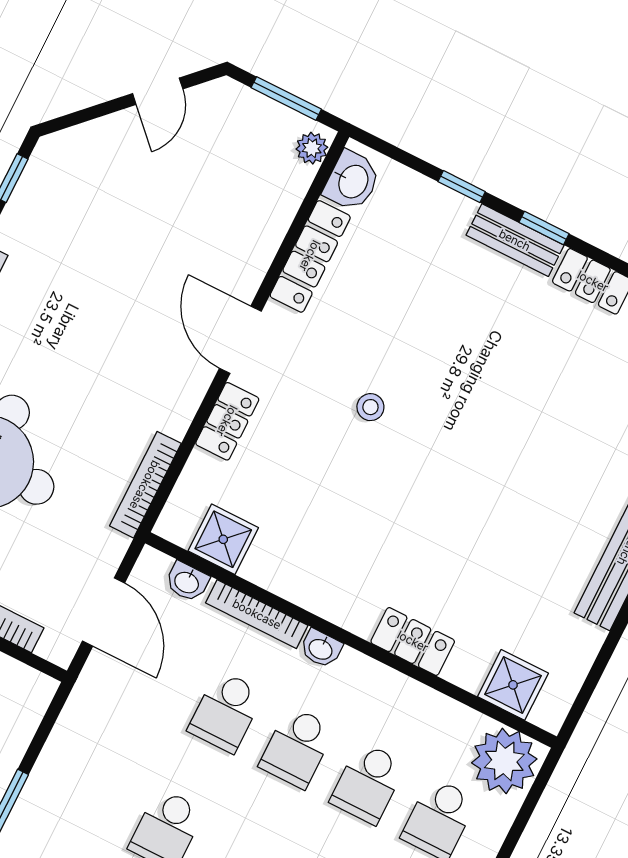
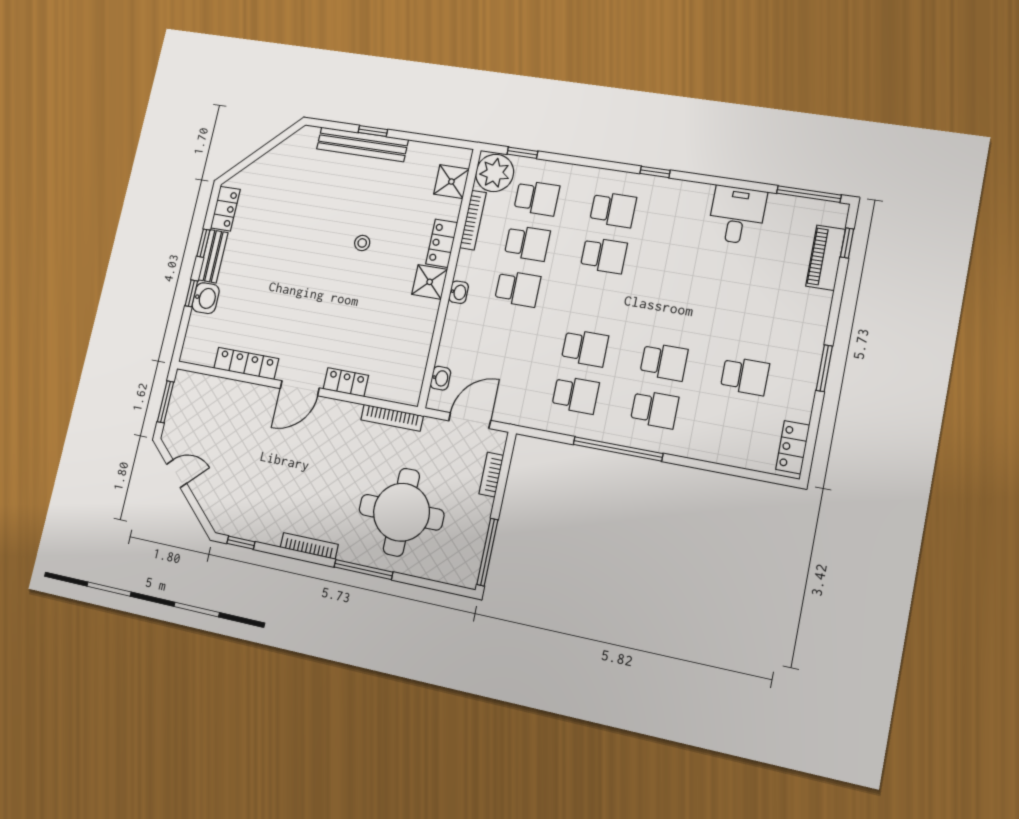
plant: (312, 148) -> (189, 380), removed
washbasin: (352, 181) -> (206, 298), moved, turned 90
stool: (370, 407) -> (362, 243), moved
shower: (223, 539) -> (430, 282), moved
bookcase: (257, 614) -> (473, 220), moved
school desk: (226, 712) -> (575, 395), moved
window: (524, 816) -> (522, 153), added

